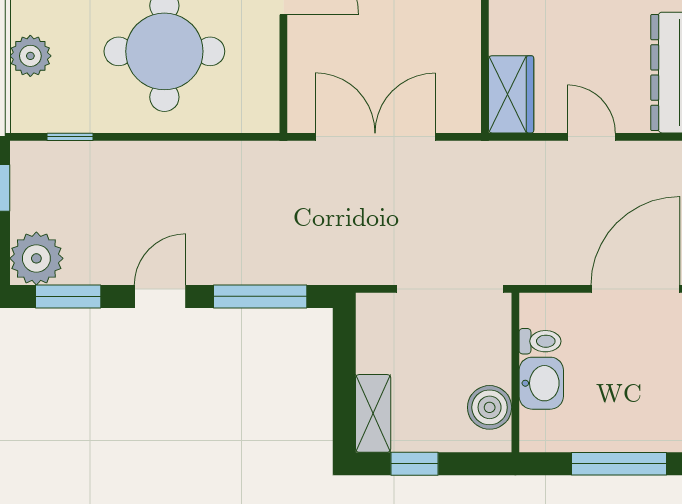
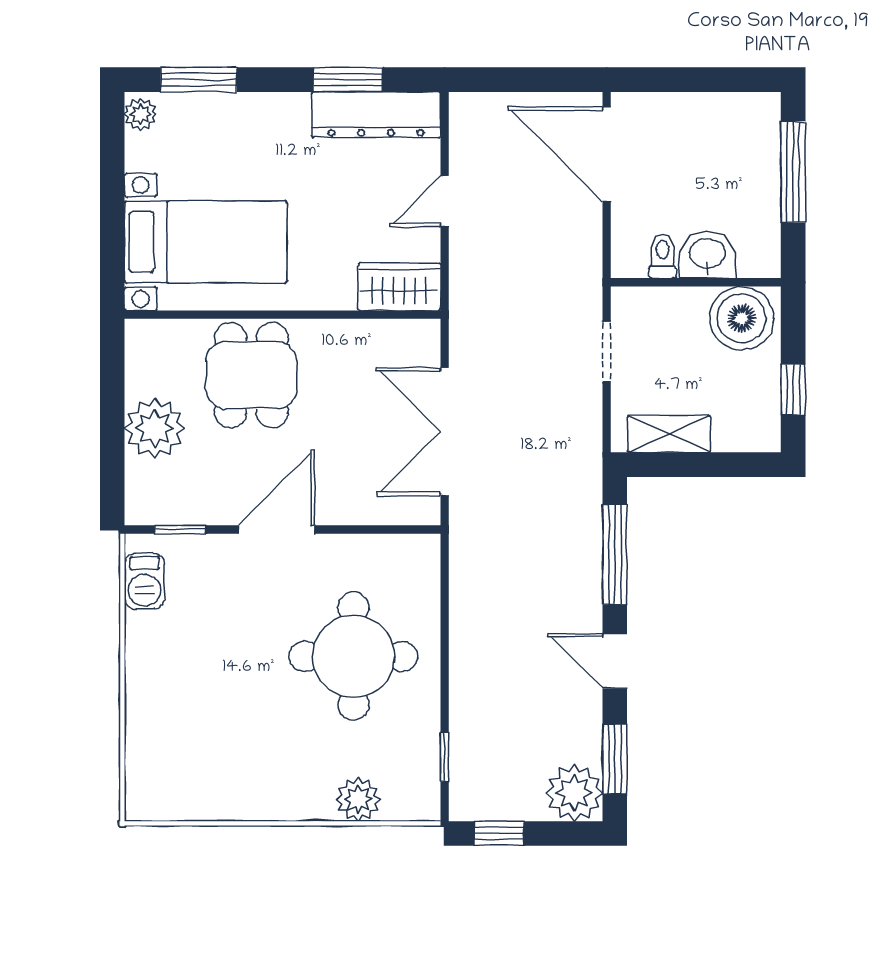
doorway: (450, 289) -> (607, 352), width x0.53
boiler: (490, 407) -> (742, 318), width x1.37, depth x1.37
shelving: (373, 413) -> (669, 434), moved

